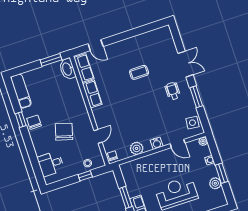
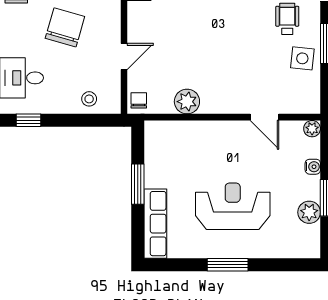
side table: (192, 123) -> (302, 58), moved
water cooler: (157, 143) -> (227, 104), removed
window: (85, 176) -> (29, 120), moved

